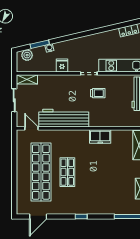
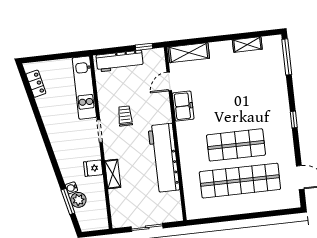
plant: (27, 55) -> (78, 200), moved
shelving: (27, 79) -> (113, 174), moved
door: (32, 128) -> (169, 81), moved
shop shelf: (67, 172) -> (236, 145), width x1.43, depth x1.36

